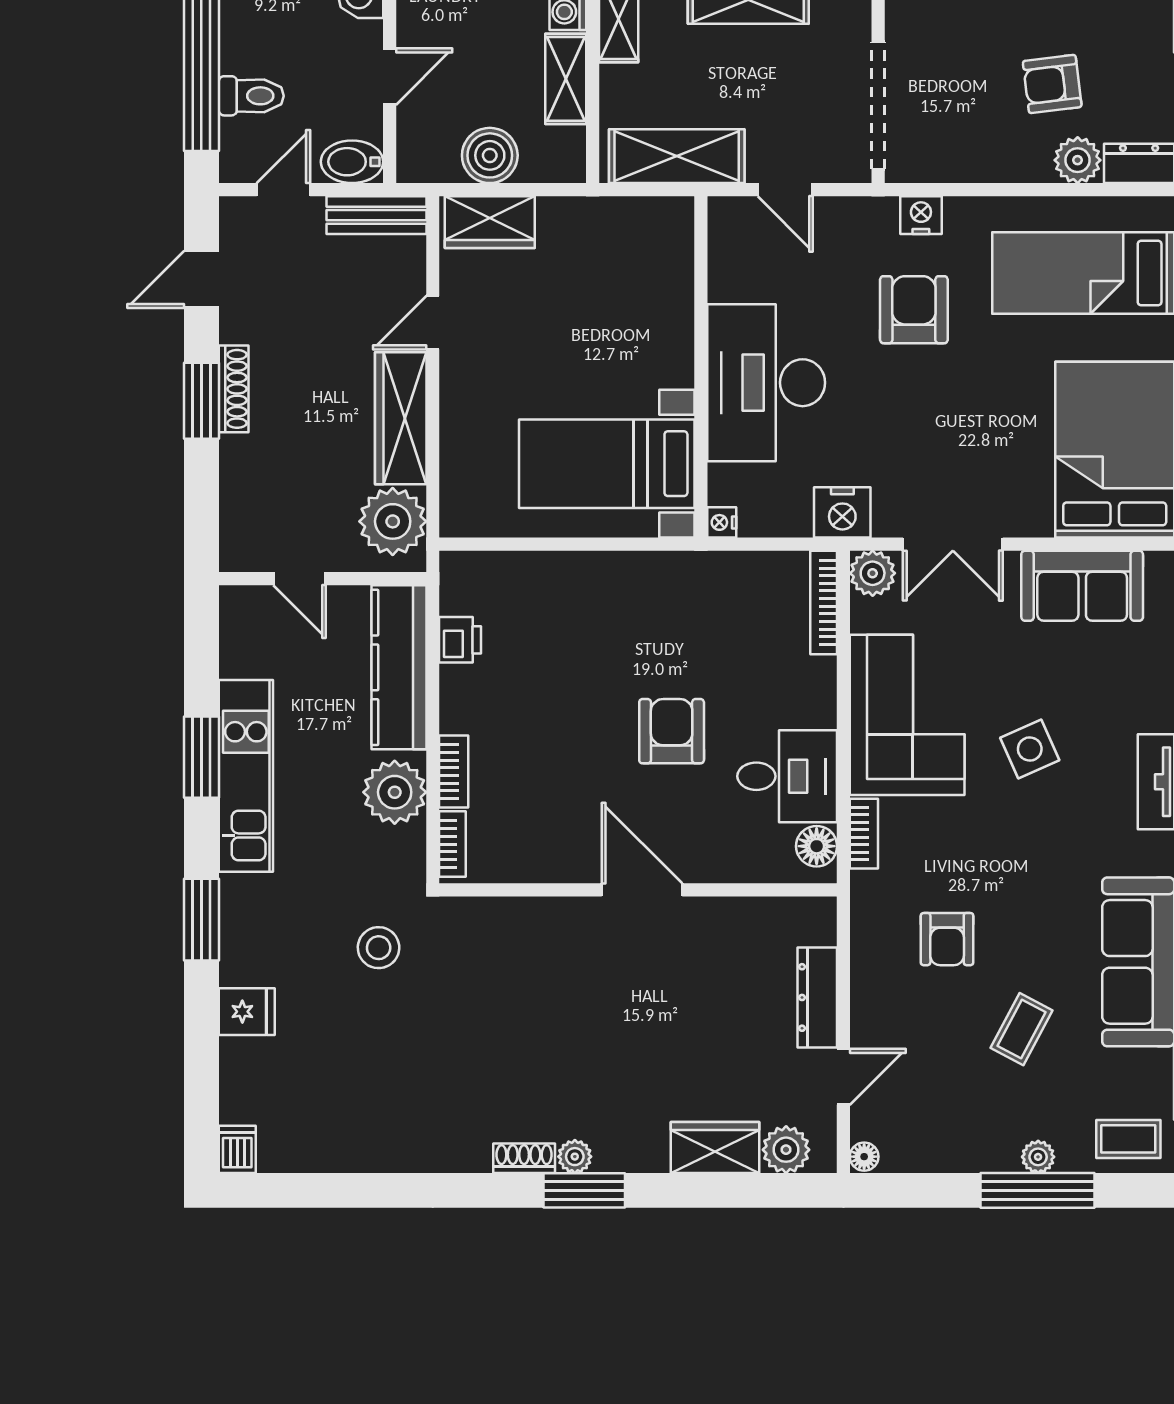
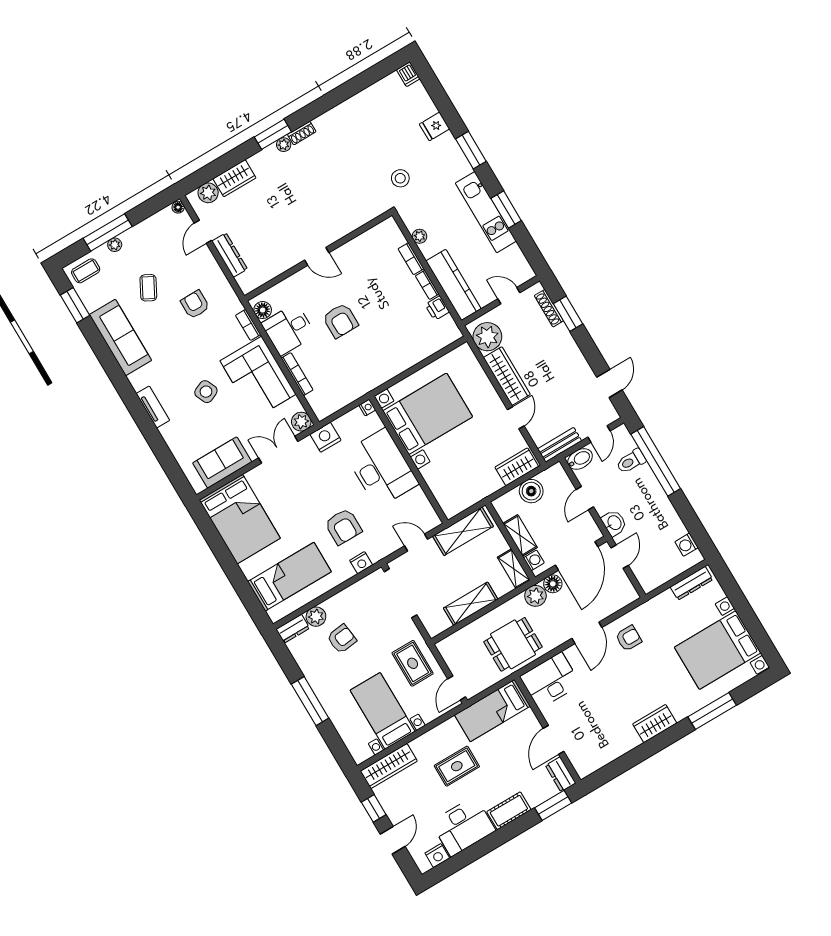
shoe rack: (234, 389) -> (549, 308), moved
window: (201, 401) -> (568, 314), moved
bed with nightstands: (607, 464) -> (428, 414), width x1.36
bookcase: (824, 602) -> (297, 374), moved
plant: (395, 792) -> (419, 236), width x0.53, depth x0.53
bookcase: (452, 844) -> (427, 285), moved
door: (642, 890) -> (317, 256), width x0.73

